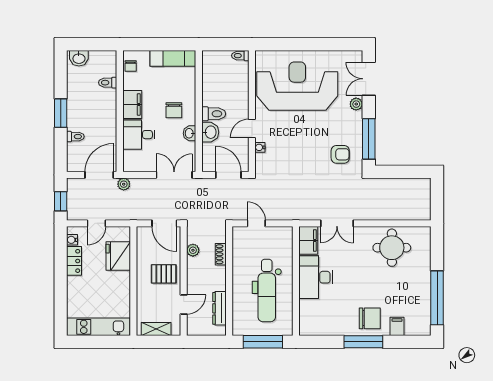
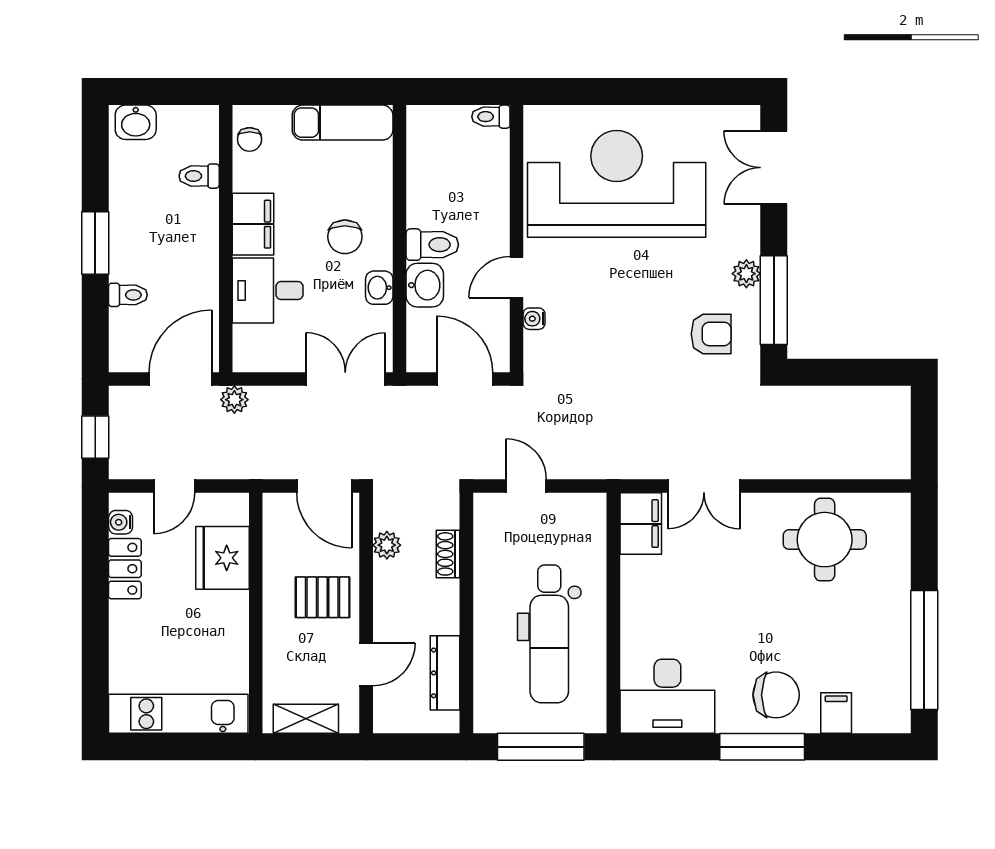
plant: (356, 104) -> (746, 274), moved
desk: (316, 277) -> (667, 696), moved, turned -90

